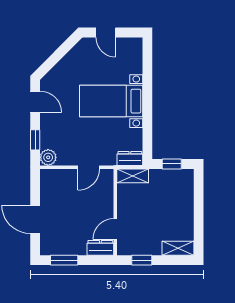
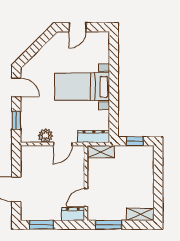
door: (106, 33) -> (78, 27), hinge flipped
plant: (48, 157) -> (46, 136), moved
dresser: (130, 158) -> (94, 136), width x1.44
window: (142, 260) -> (109, 225), width x1.50

